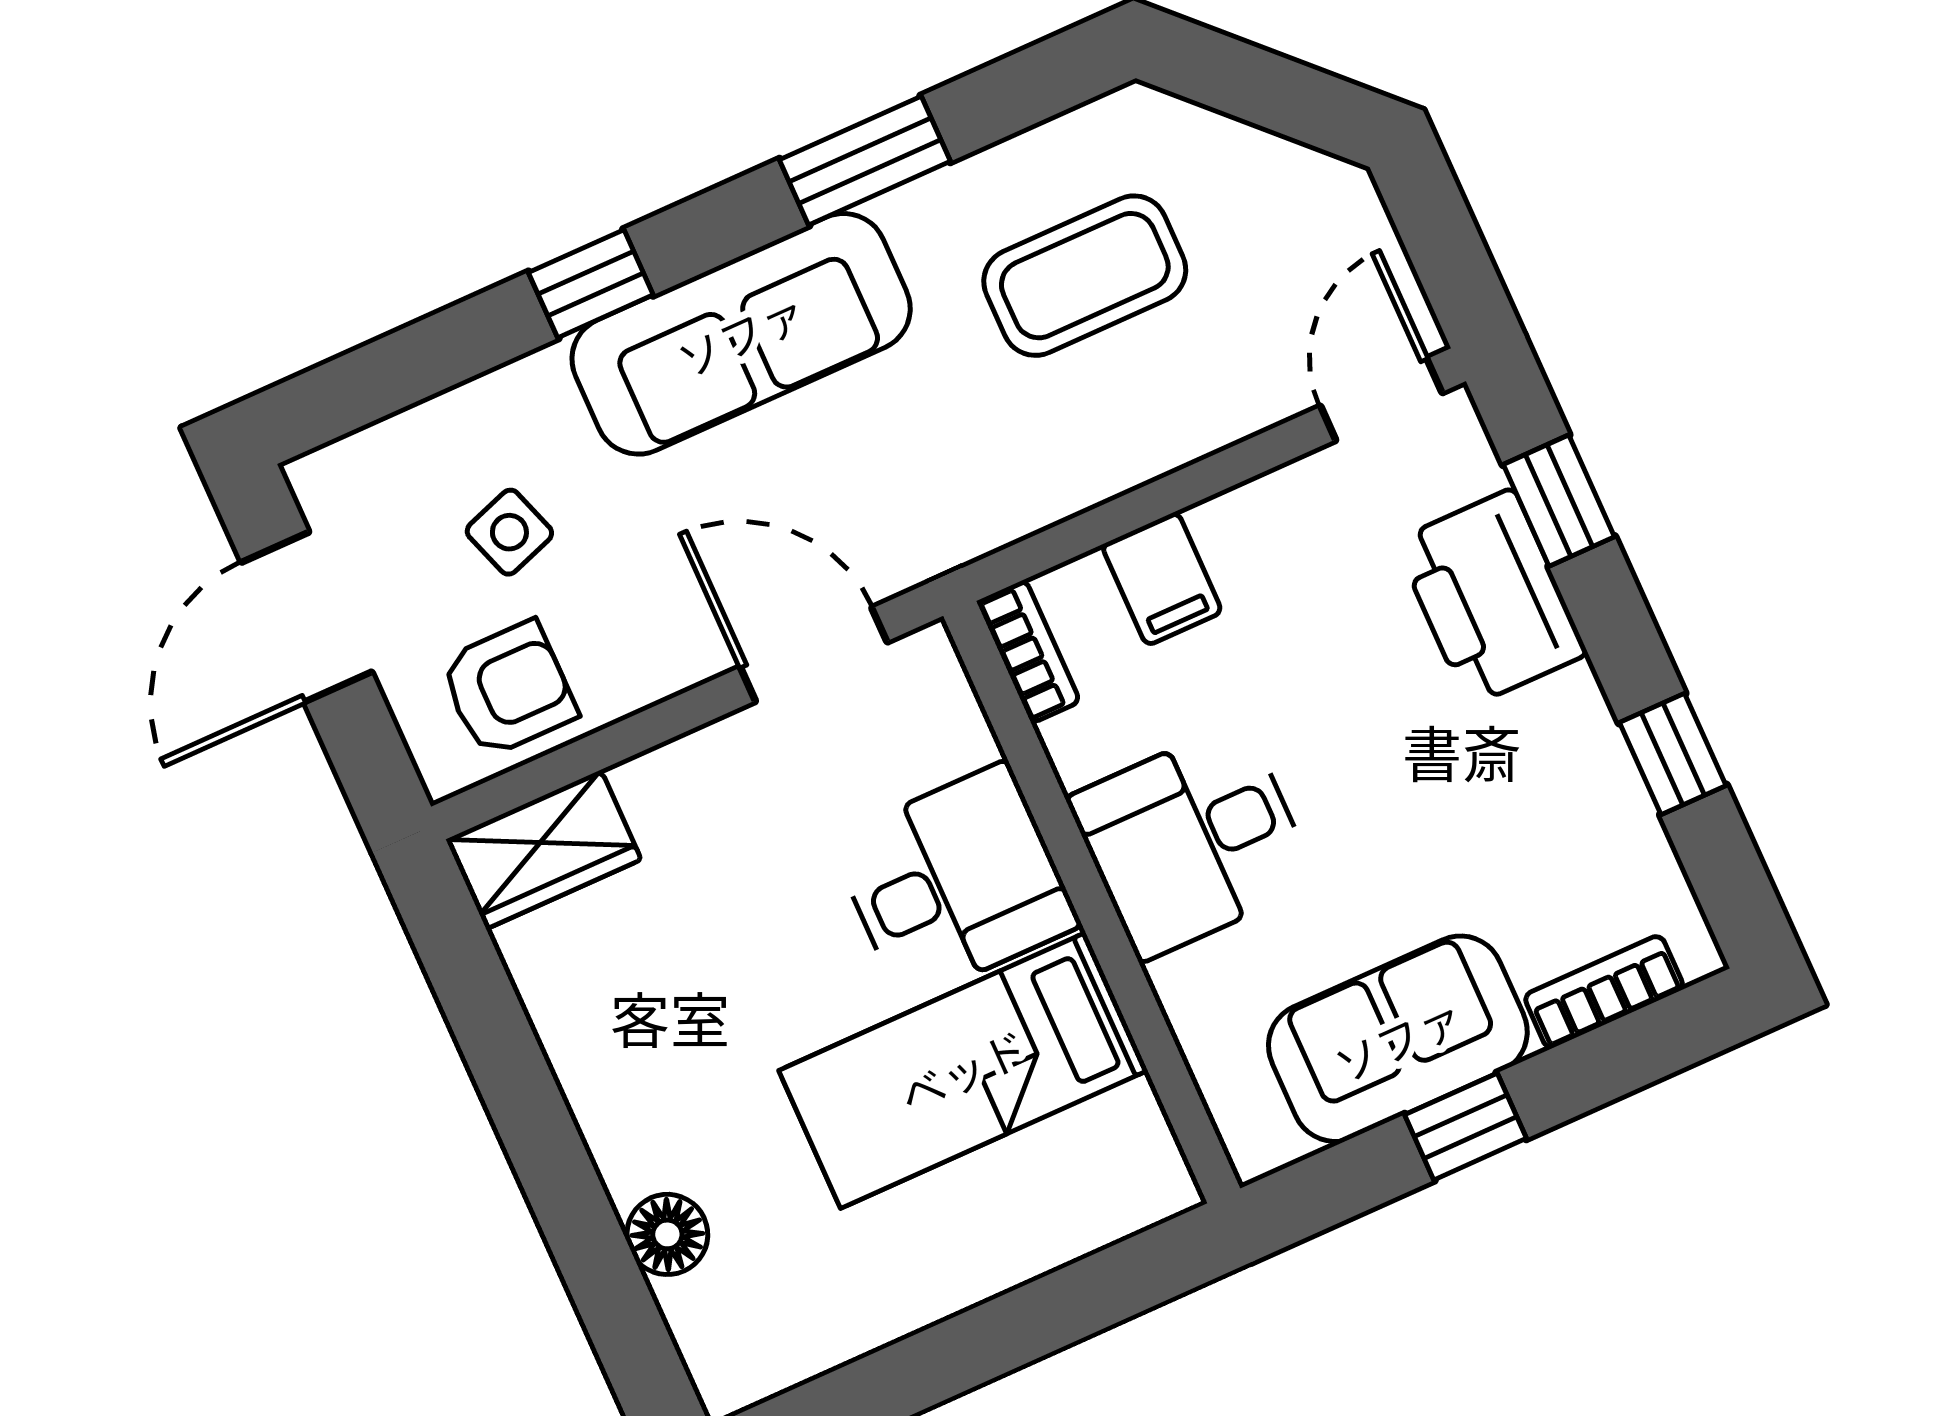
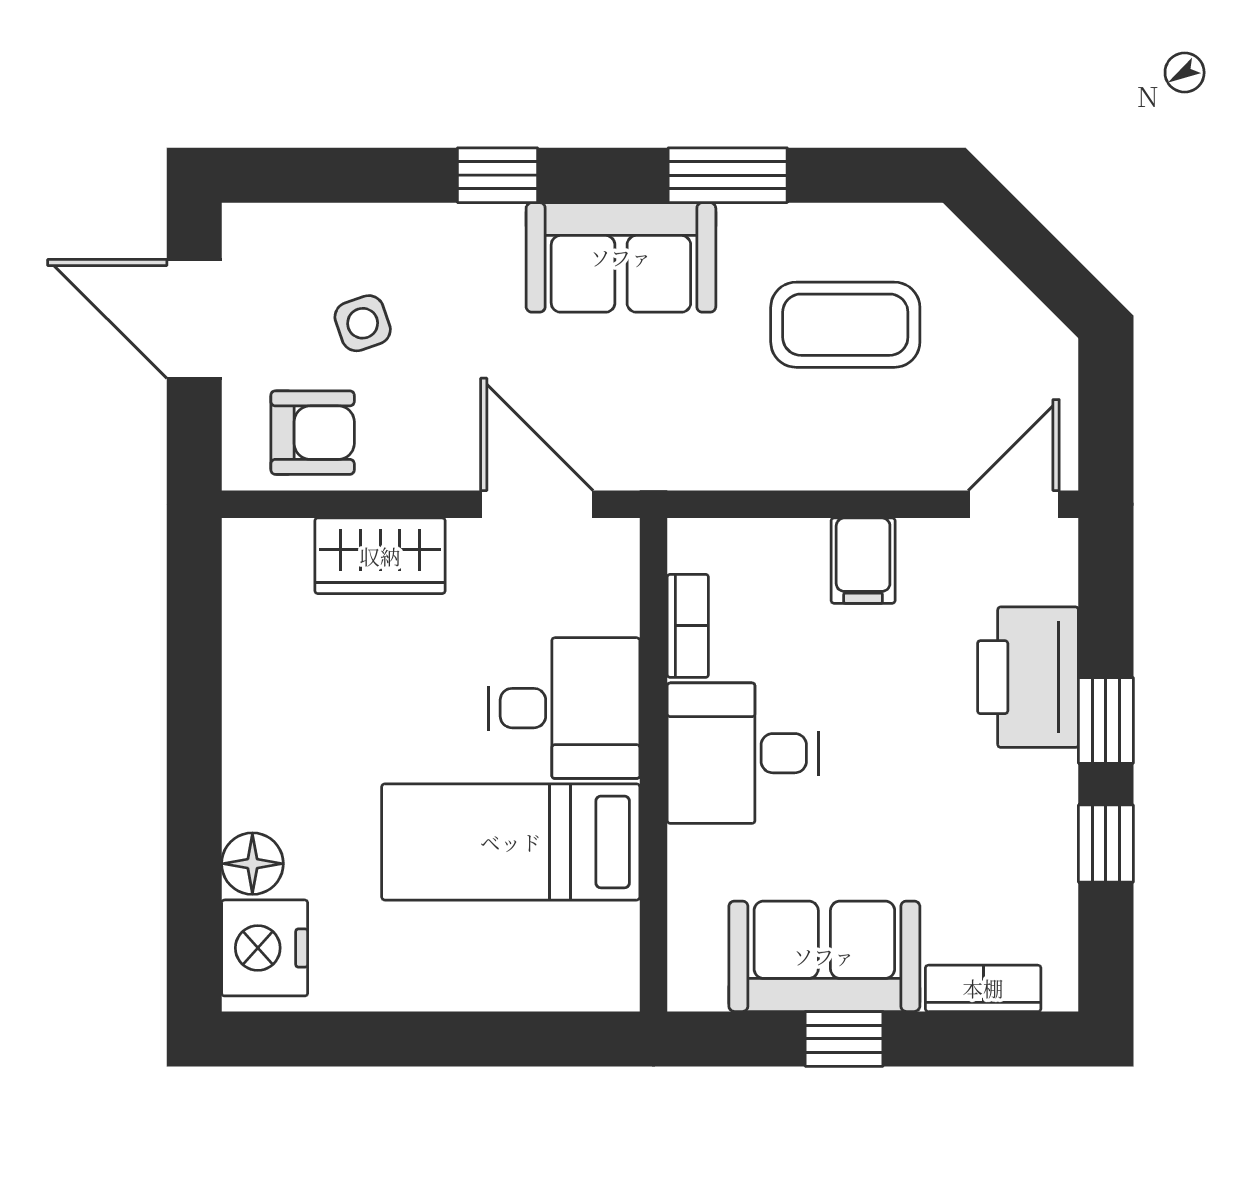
sofa: (741, 334) -> (621, 257), width x0.73
window: (1559, 501) -> (1106, 720), moved
filing cabinet: (1162, 579) -> (863, 561), moved
door: (307, 617) -> (194, 319), hinge flipped
bookcase: (1028, 651) -> (688, 626), moved
wardrobe: (544, 850) -> (380, 556), moved
nightstand: (727, 1328) -> (265, 948), added

